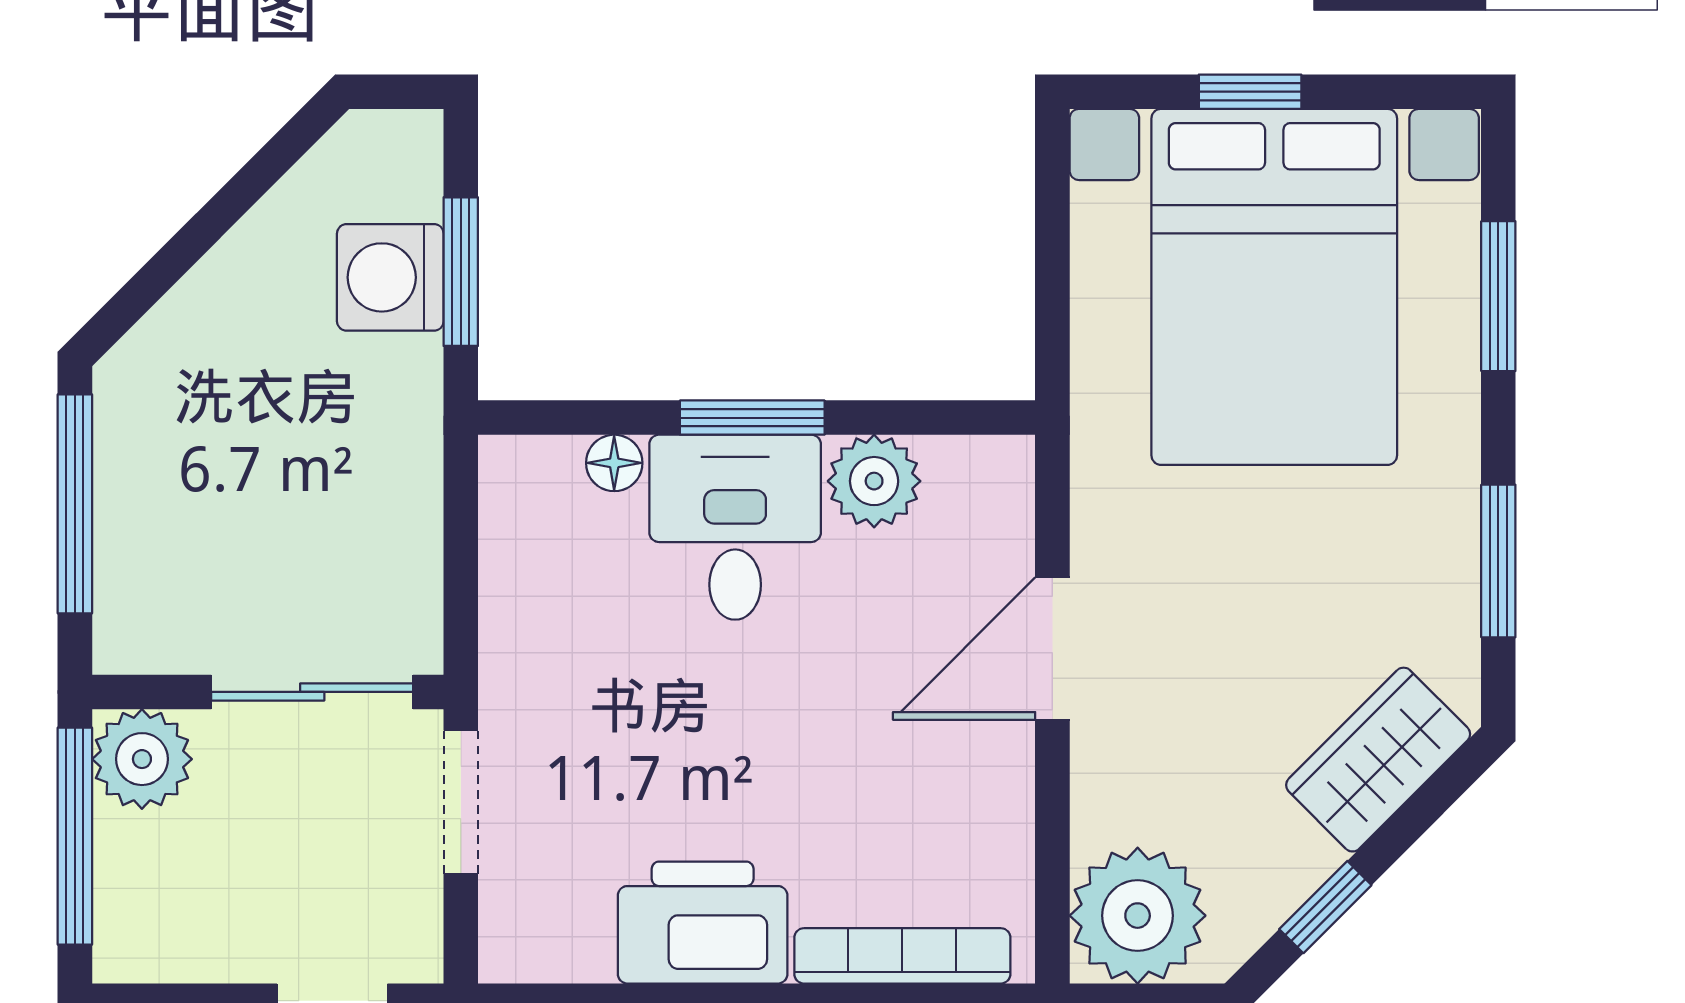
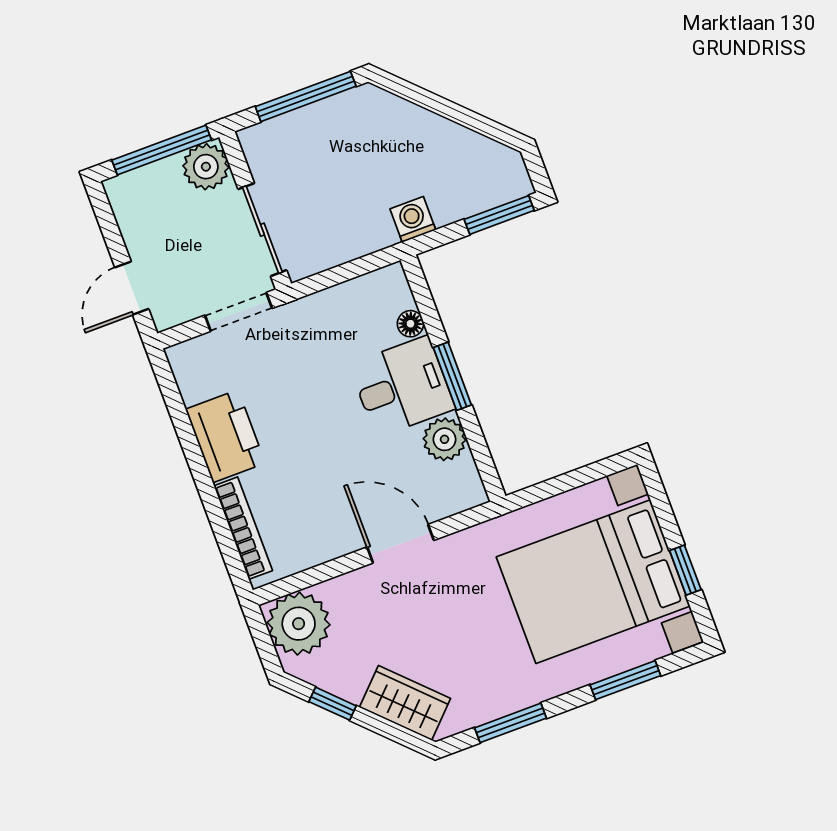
window: (1250, 92) -> (685, 570), moved
window: (461, 272) -> (499, 215), moved
washing machine: (390, 277) -> (413, 219), moved, width x0.73, depth x0.73

